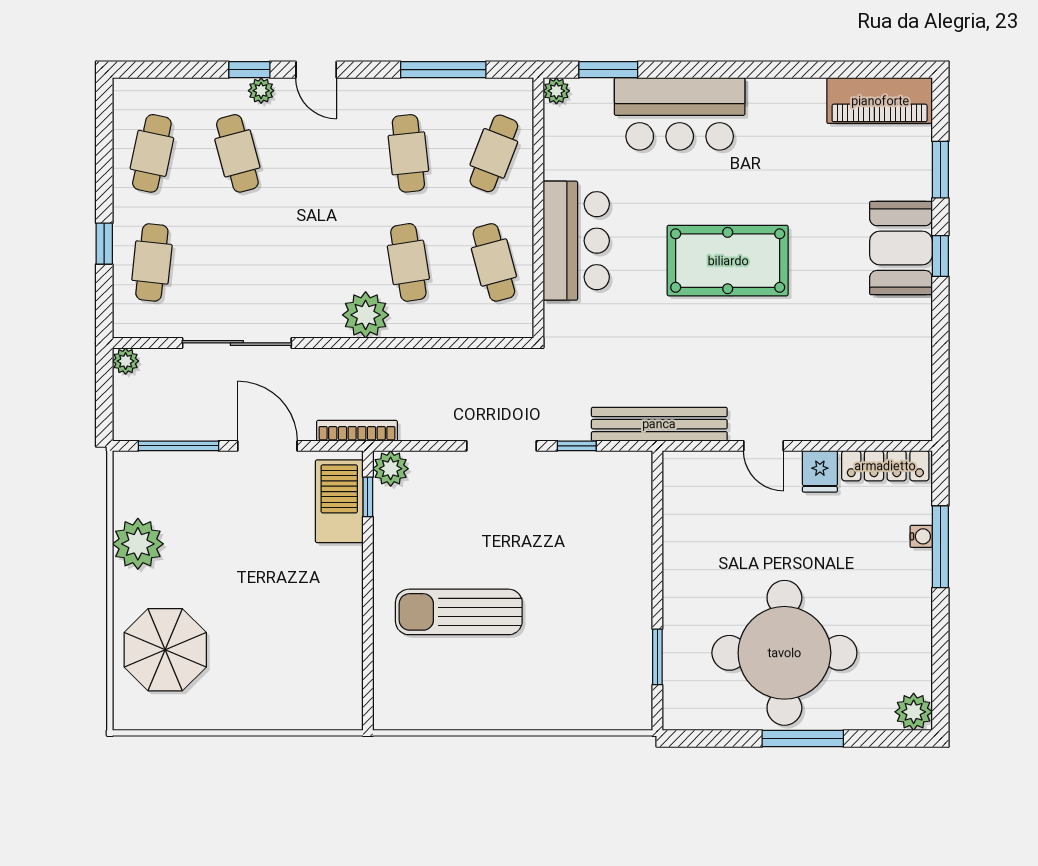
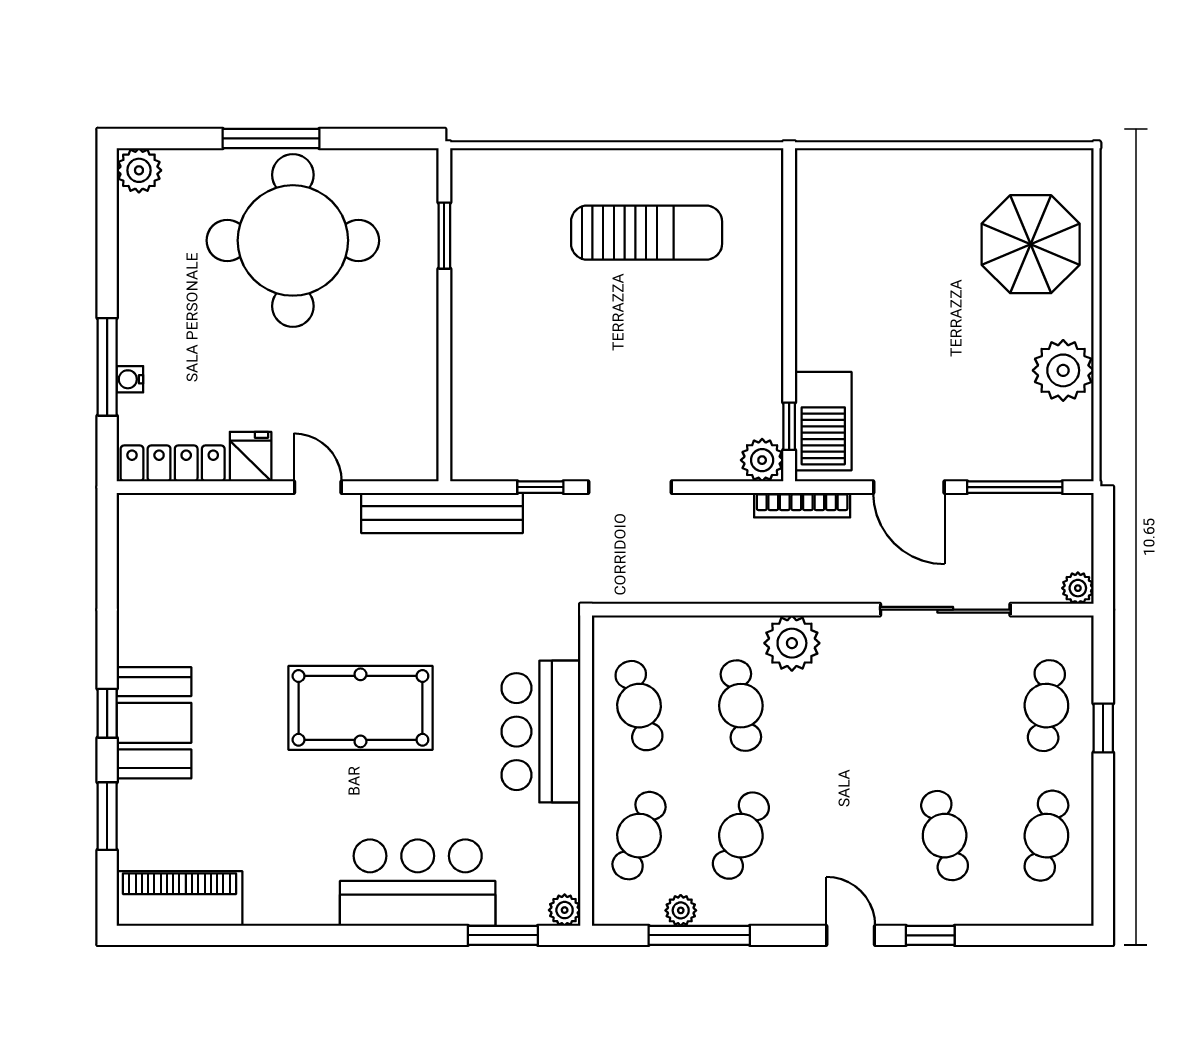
plant: (261, 91) -> (681, 910), moved
cafe table: (408, 153) -> (741, 836), turned 30
sun lounger: (459, 612) -> (647, 233), moved

